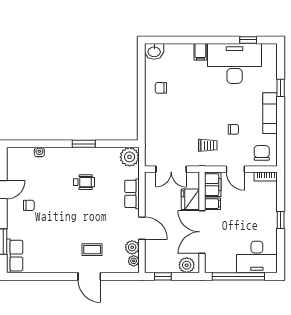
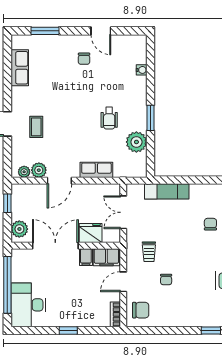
chair: (161, 88) -> (210, 224), moved
exam couch: (270, 113) -> (167, 191), moved, turned 180
plant: (130, 157) -> (136, 142), moved
row of seats: (15, 256) -> (20, 68), moved, turned -90

